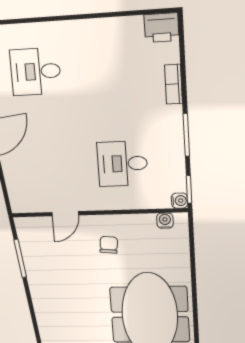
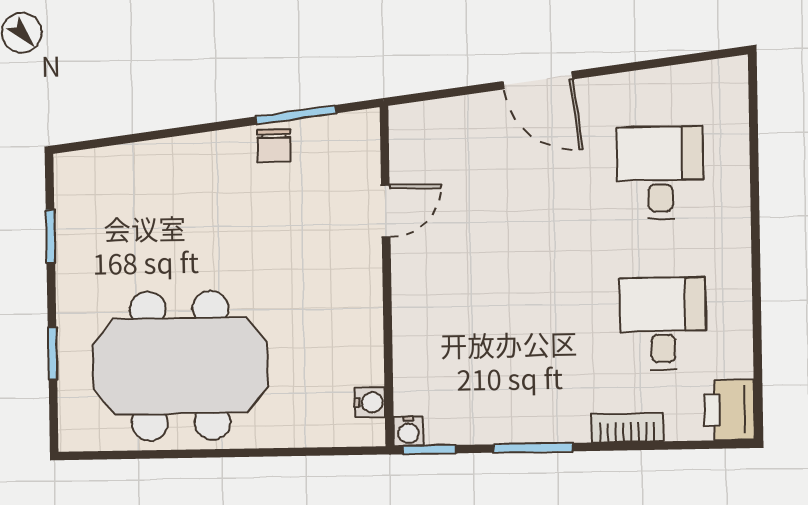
desk: (122, 164) -> (663, 324), moved
door: (65, 214) -> (386, 211), swing flipped
chair: (109, 245) -> (274, 146), moved, turned 84

